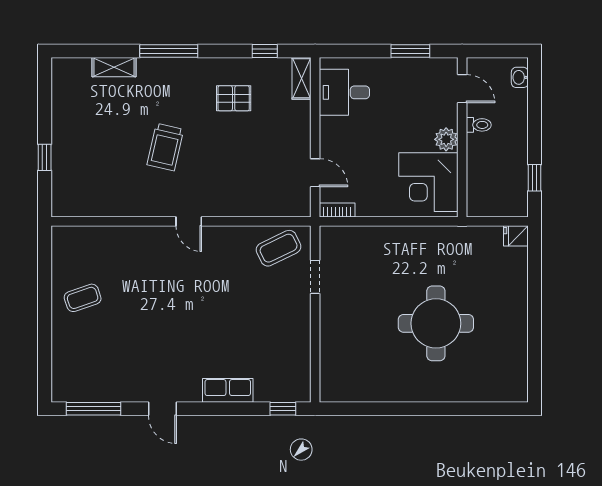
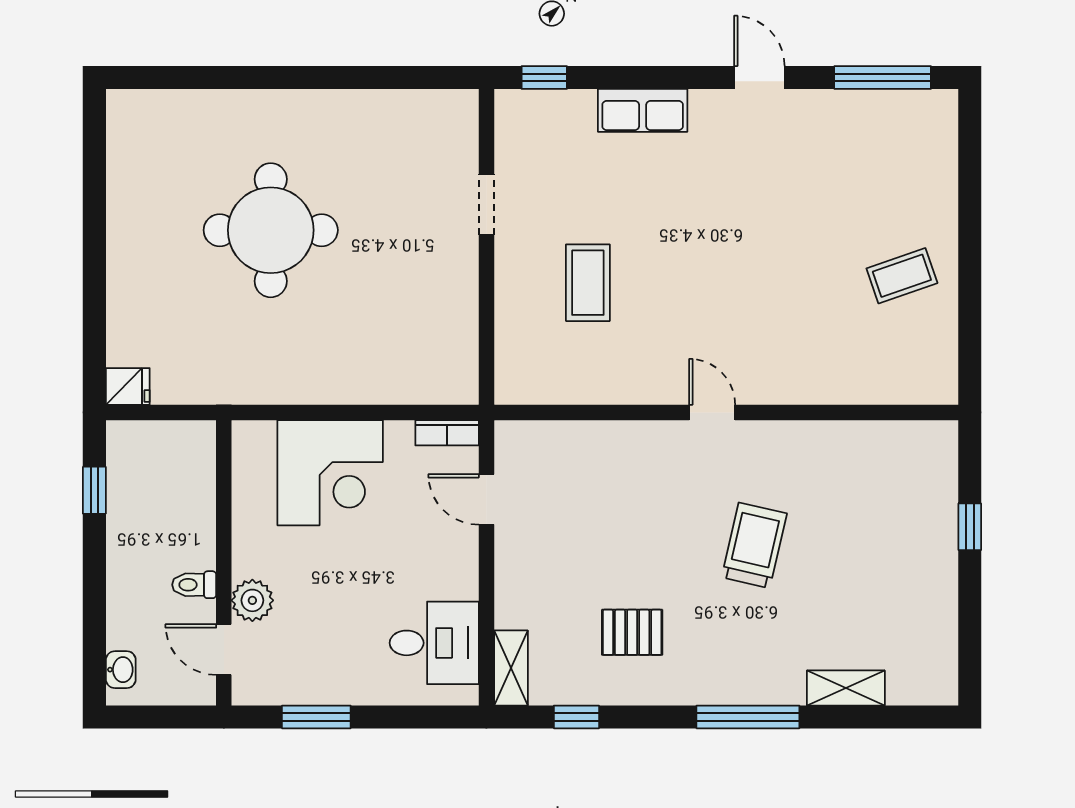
plant: (446, 139) -> (252, 600), moved
corner desk: (428, 182) -> (330, 473), moved, turned 90
coffee table: (279, 248) -> (588, 283), moved, turned -64
doorway: (315, 277) -> (486, 205), moved

